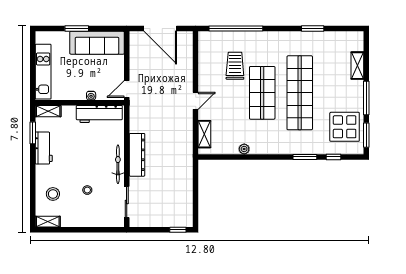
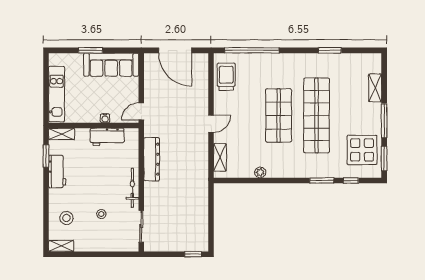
trolley: (235, 66) -> (226, 77), moved
workbench: (99, 114) -> (107, 137), width x0.73
dresser: (137, 155) -> (152, 159), moved

